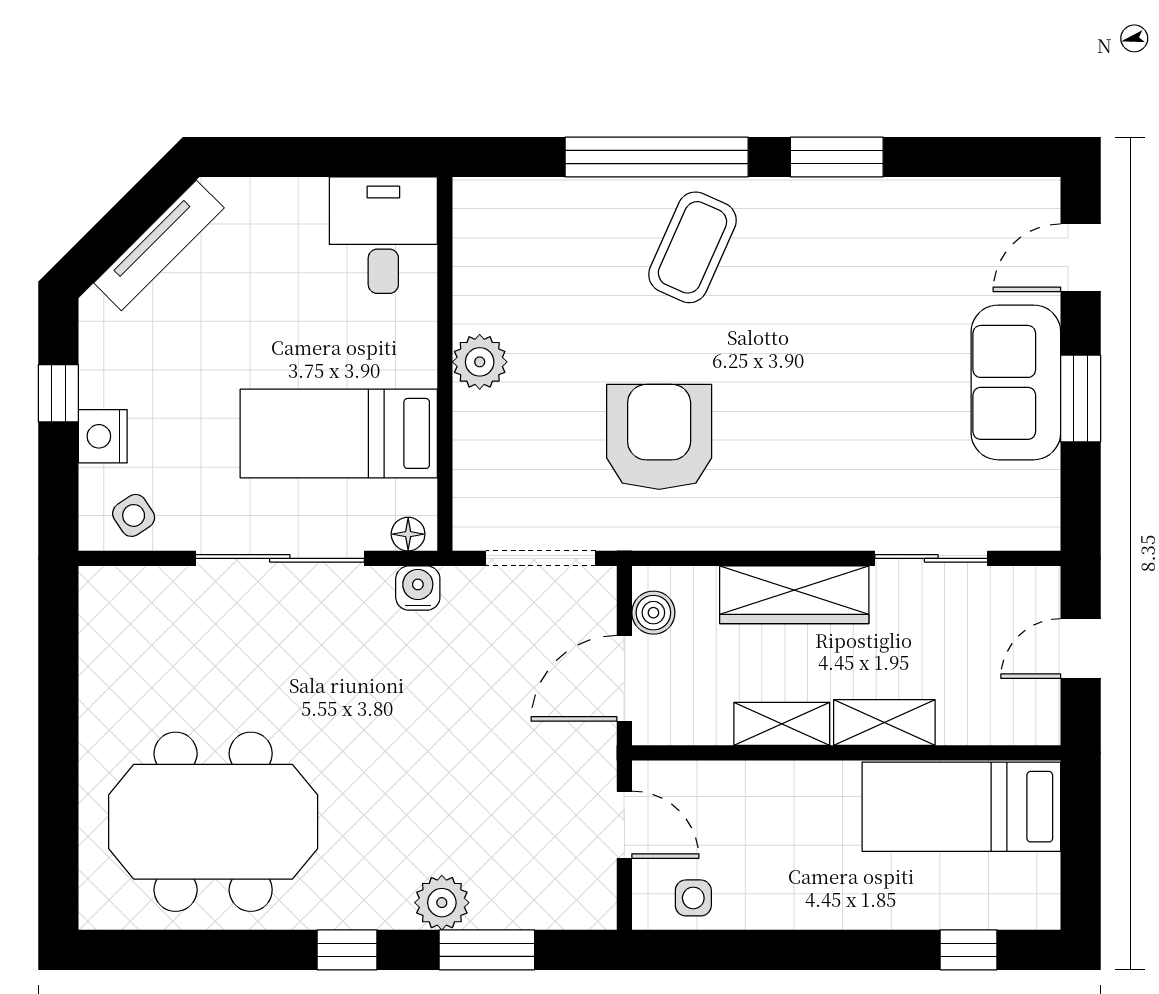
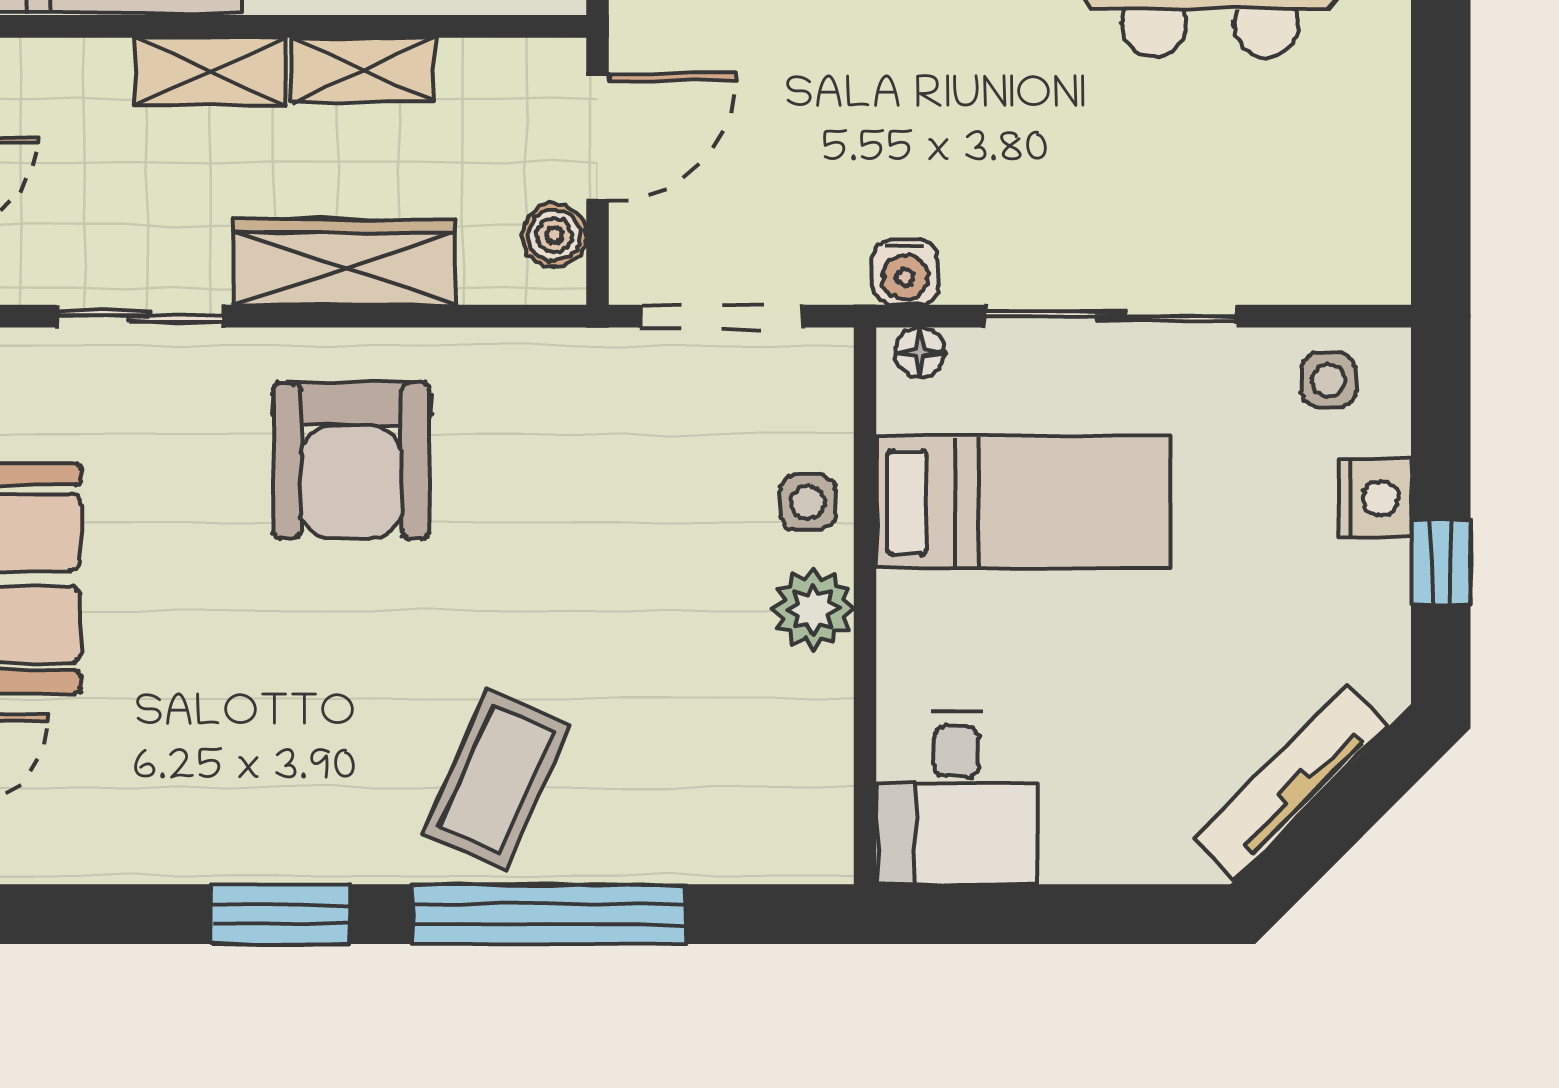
side table: (483, 433) -> (808, 502), added
armchair: (659, 437) -> (351, 460), moved
side table: (134, 515) -> (1329, 380), turned 34

